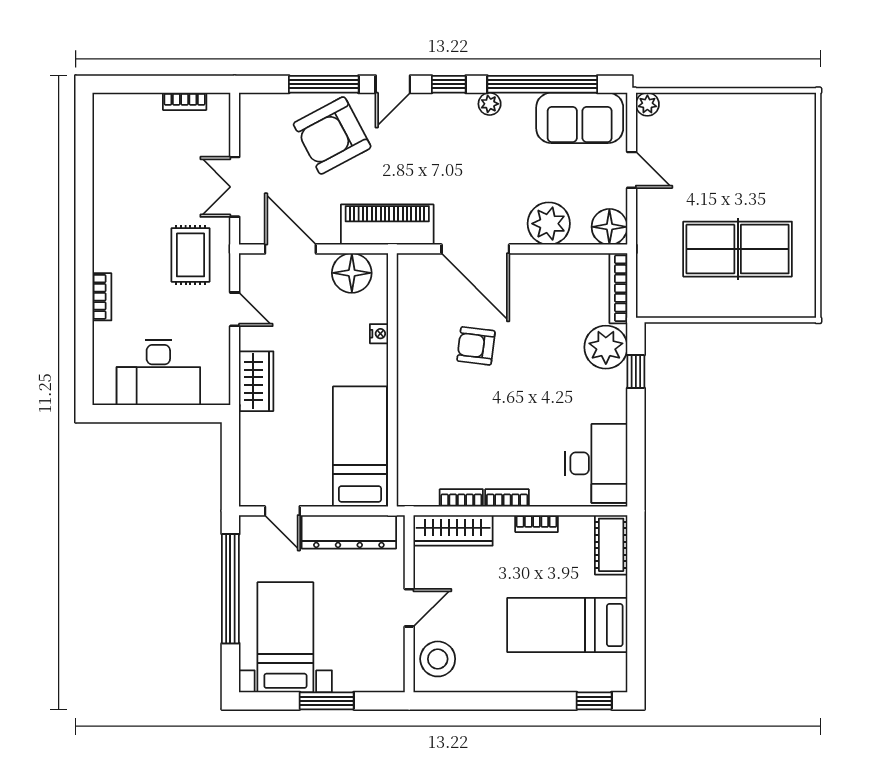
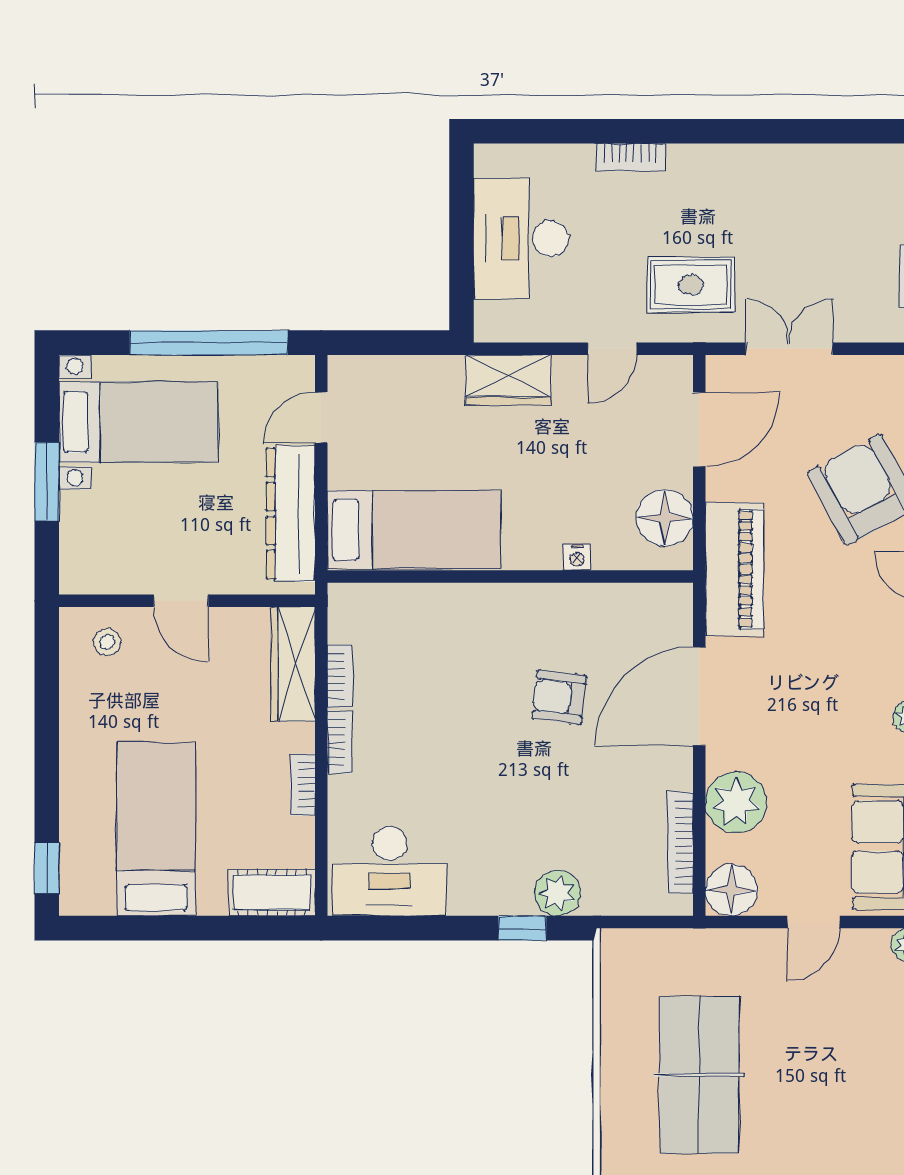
bookcase: (618, 288) -> (680, 843), moved, turned -90
armchair: (476, 346) -> (559, 697), turned -90
plant: (606, 347) -> (558, 893), width x0.73, depth x0.73
stool: (438, 659) -> (107, 642), width x0.53, depth x0.53

